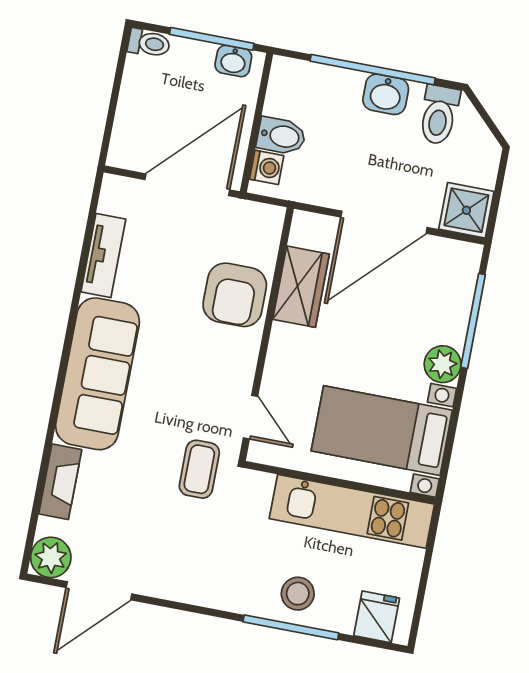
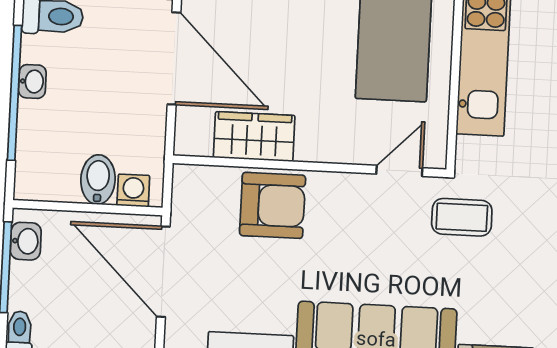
washbasin: (386, 94) -> (32, 81), width x0.72, depth x0.69

